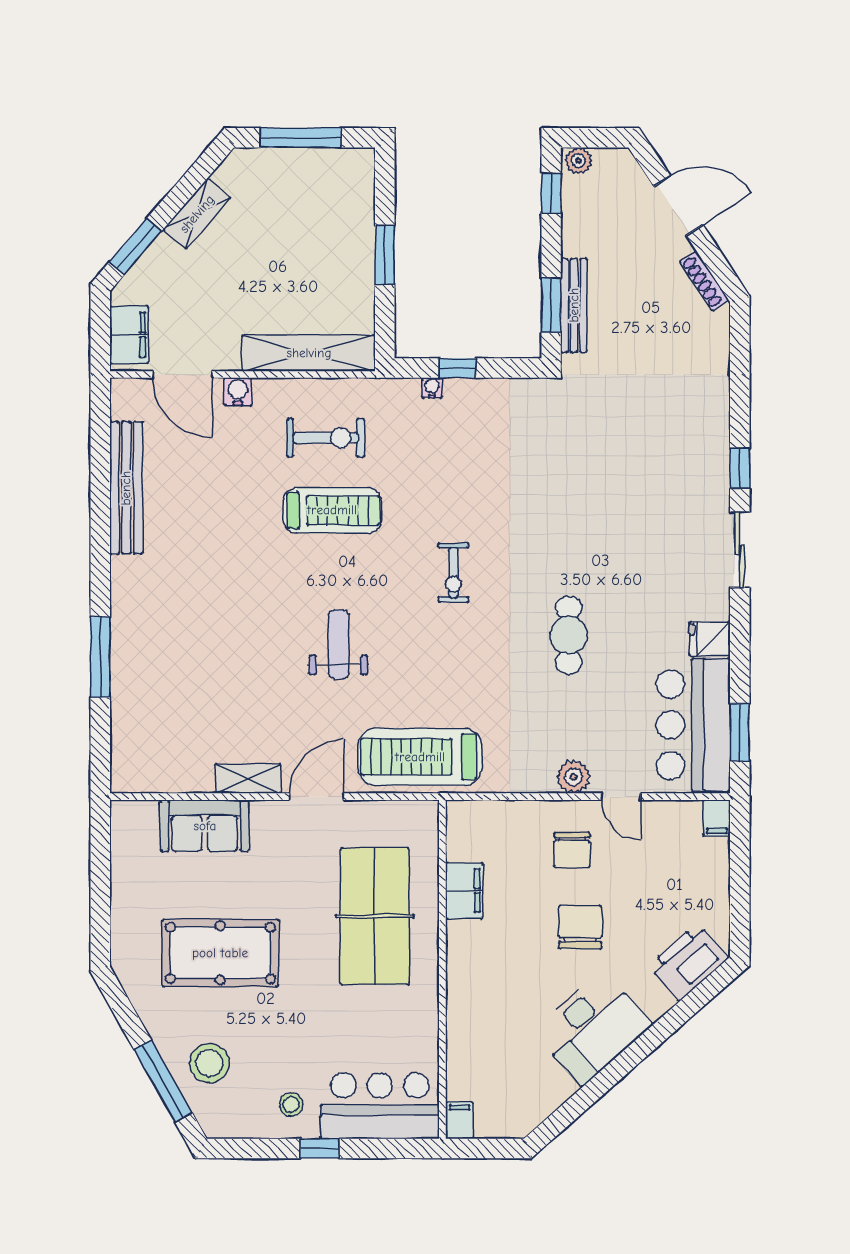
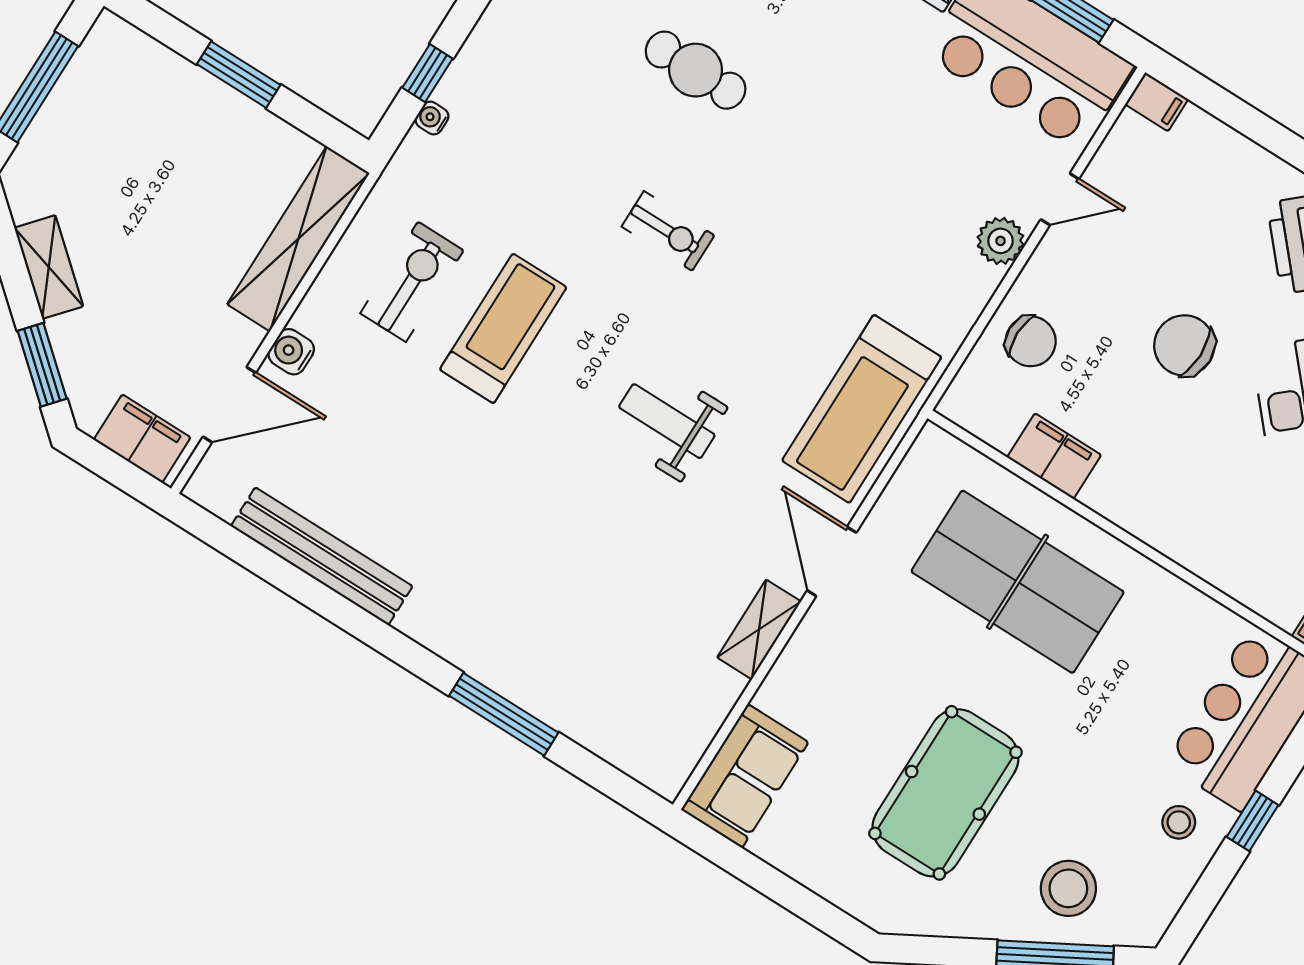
cafe table: (569, 635) -> (696, 70), moved
sofa: (205, 826) -> (745, 776), moved
chair: (572, 850) -> (1031, 341), moved

